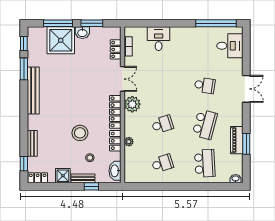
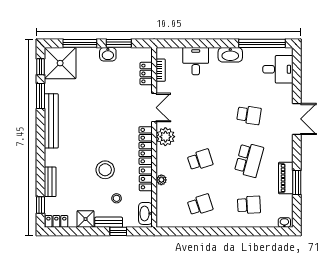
washbasin: (189, 33) -> (230, 55), added
shower: (61, 40) -> (60, 63), moved
school desk: (205, 163) -> (249, 205), width x0.54

